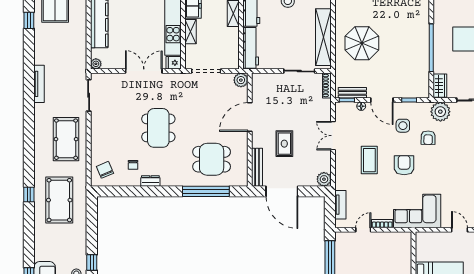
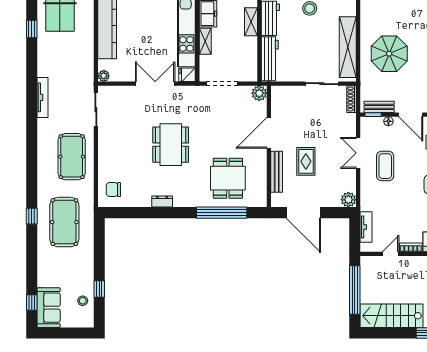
dining table: (212, 159) -> (228, 178), turned 90
coffee table: (369, 160) -> (385, 166), moved
chair: (133, 165) -> (143, 184), removed
bench: (257, 167) -> (277, 172), moved
chair: (105, 170) -> (113, 190), turned -67

